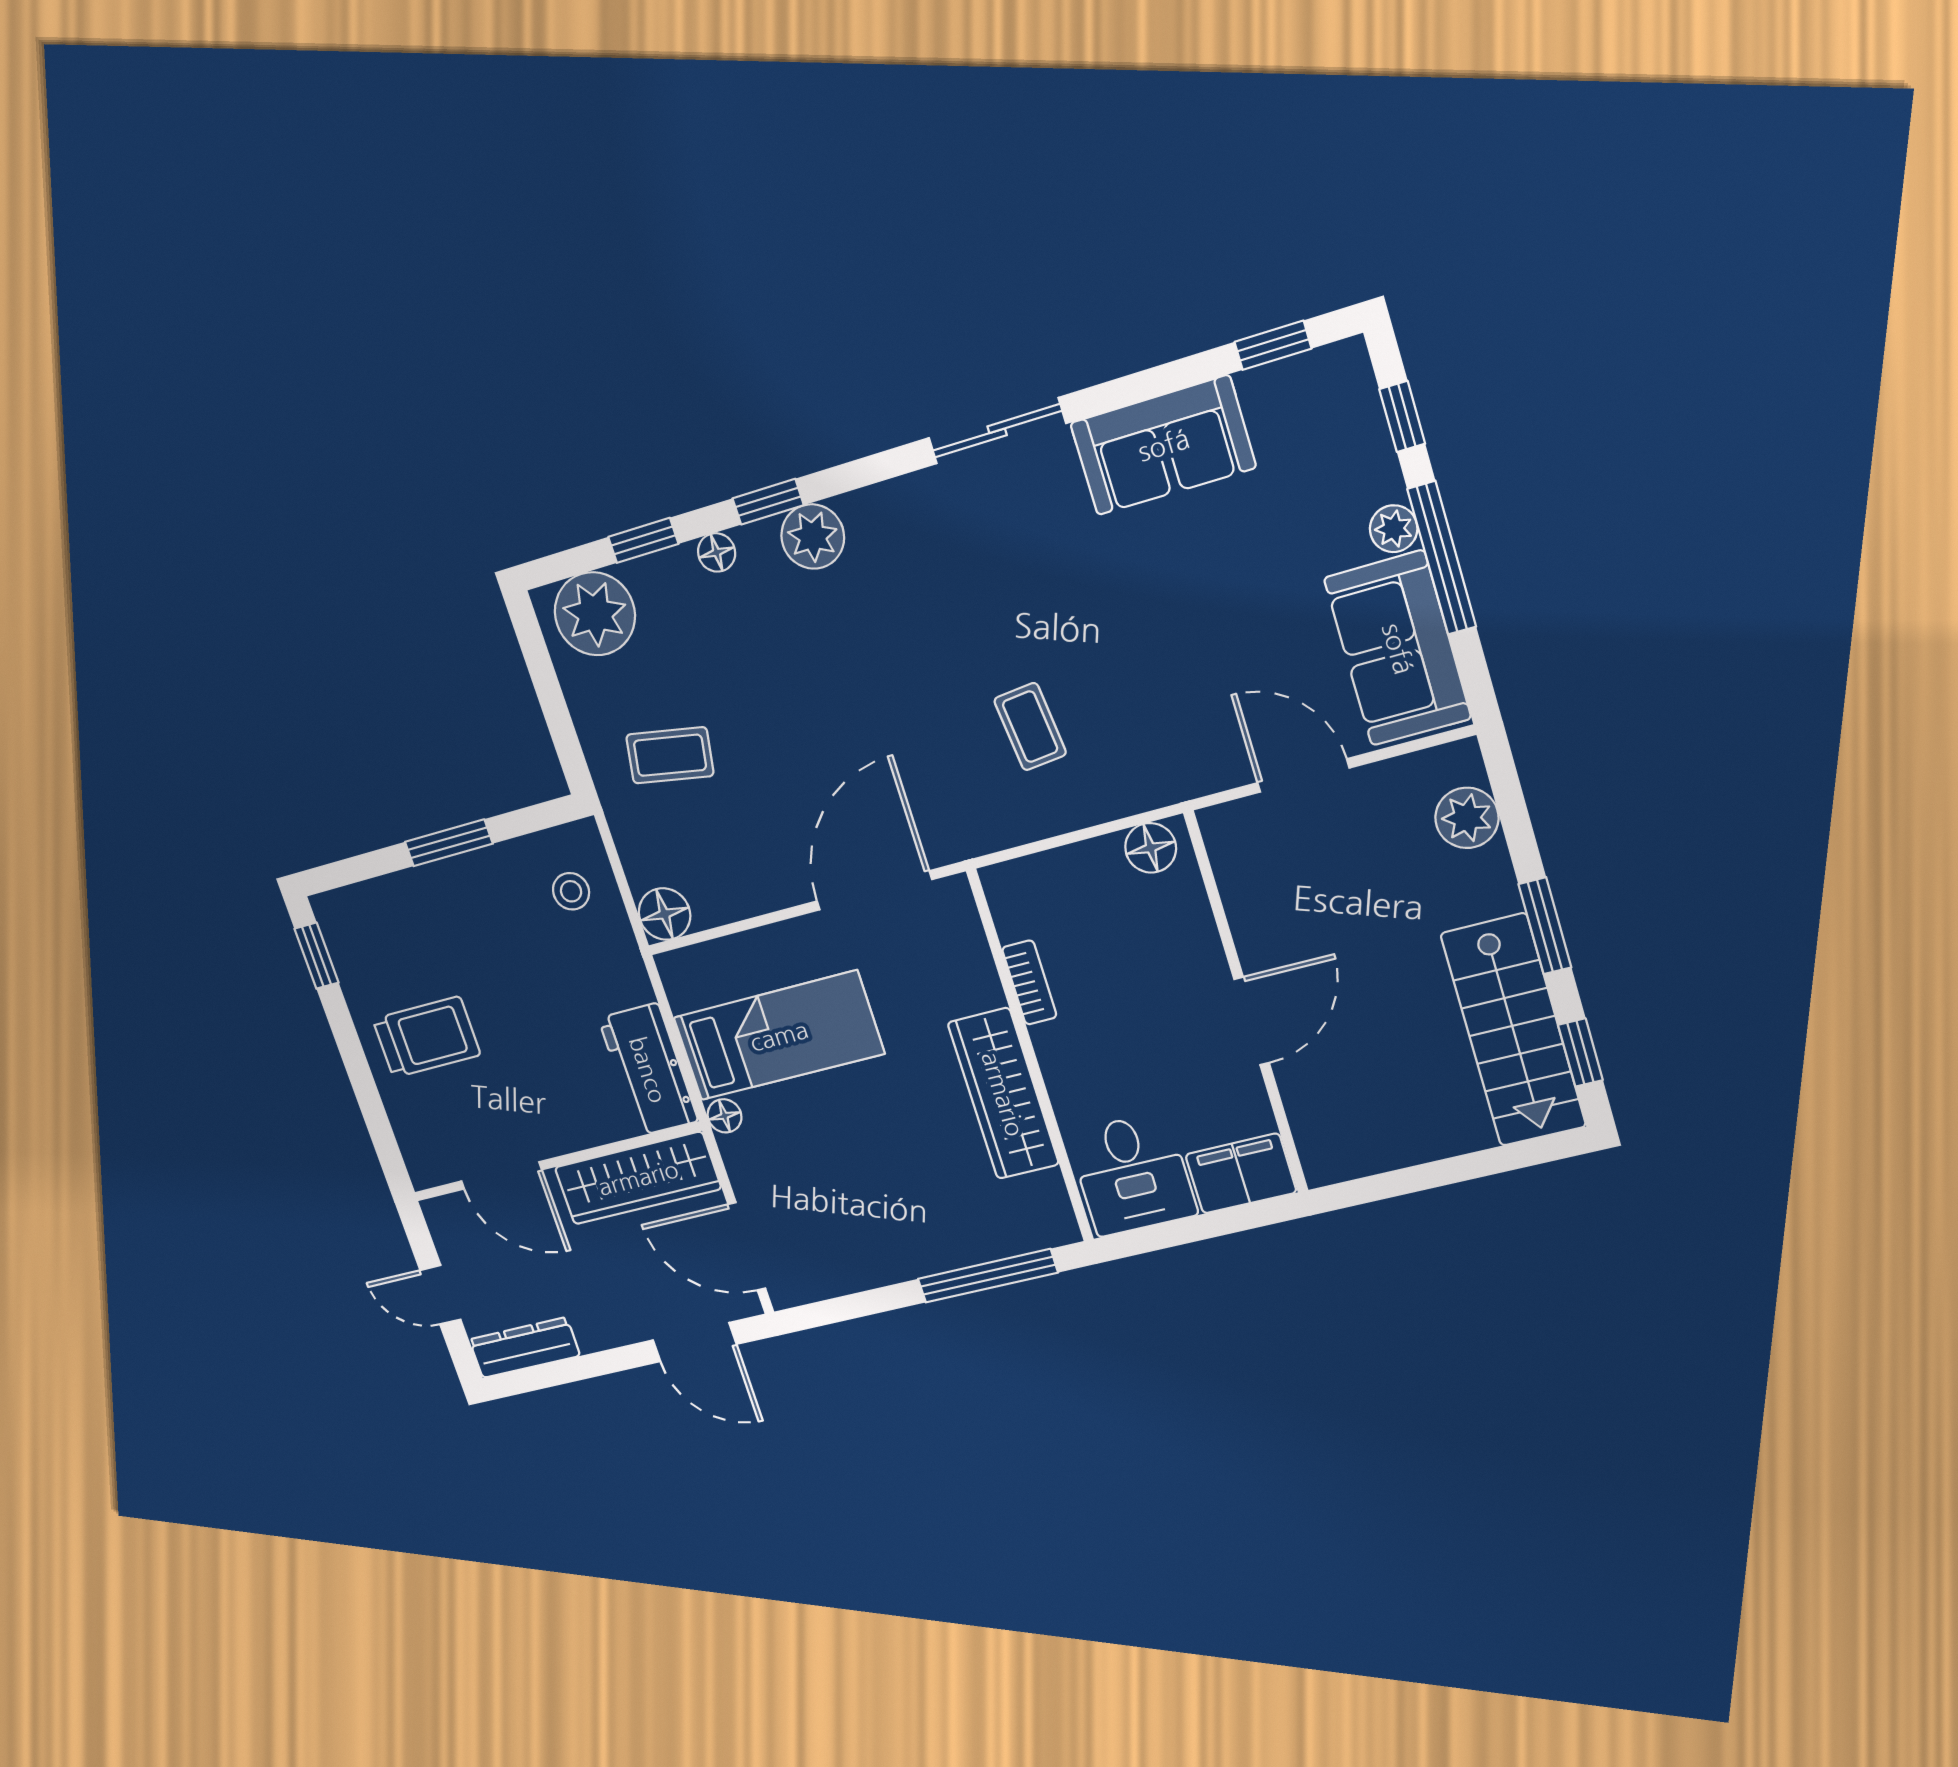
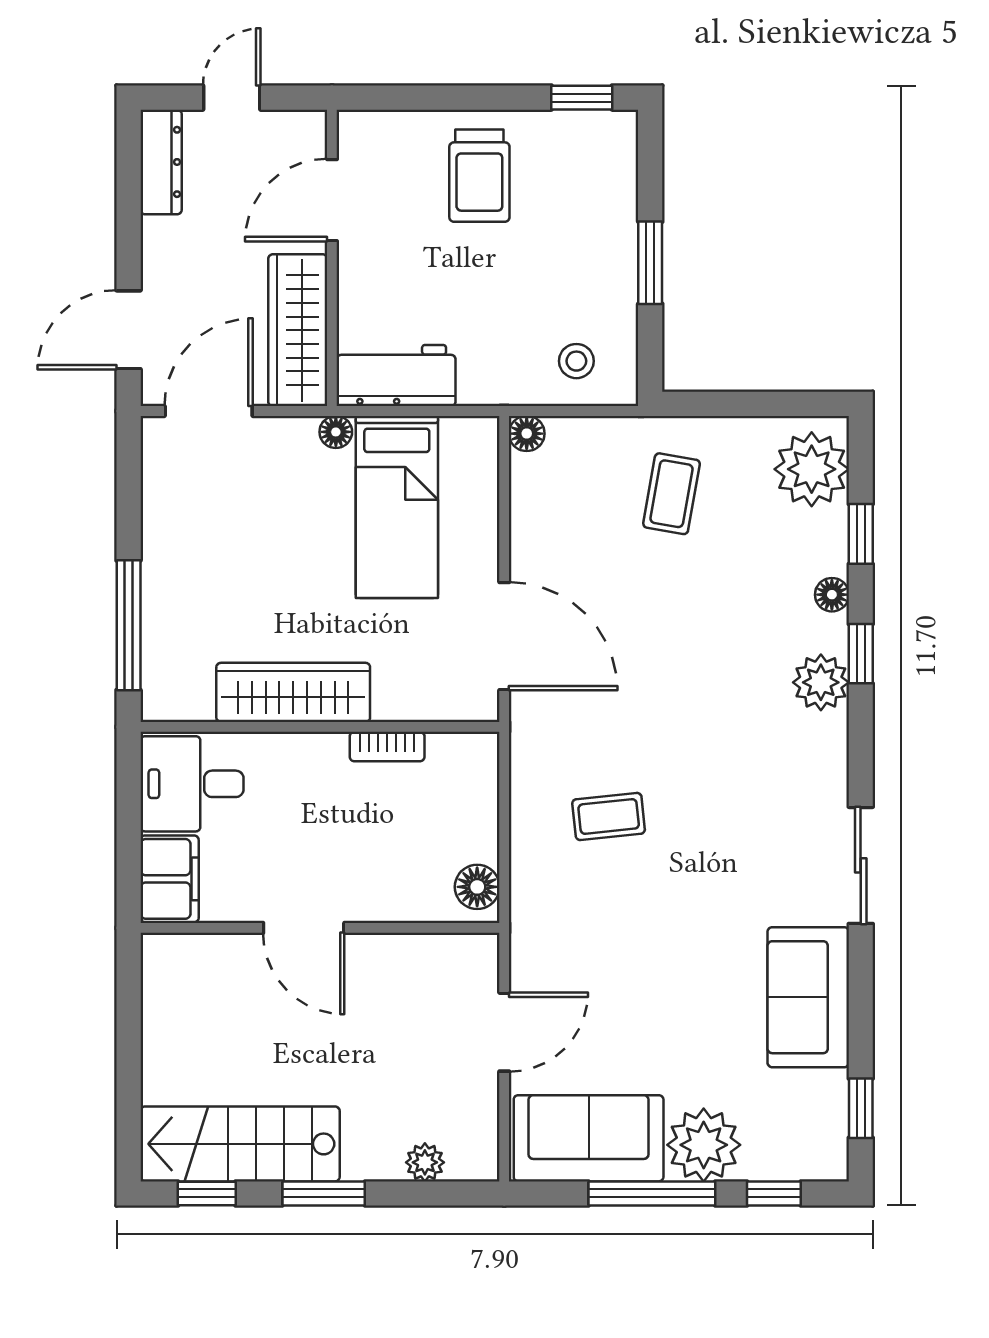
plant: (1394, 529) -> (704, 1145), width x1.88, depth x1.88
plant: (1467, 818) -> (425, 1162), width x0.73, depth x0.73
floor lamp: (665, 914) -> (527, 434), width x0.73, depth x0.73

